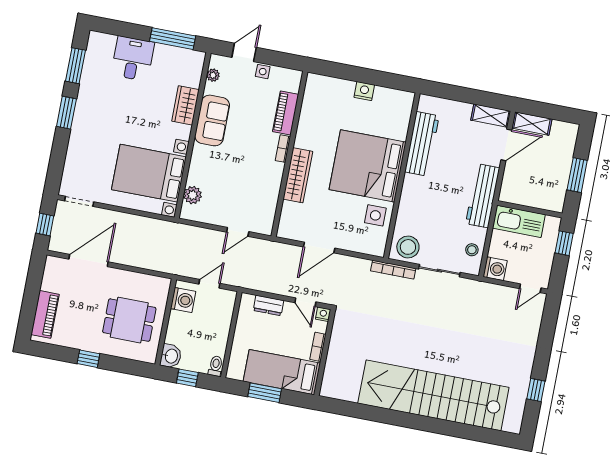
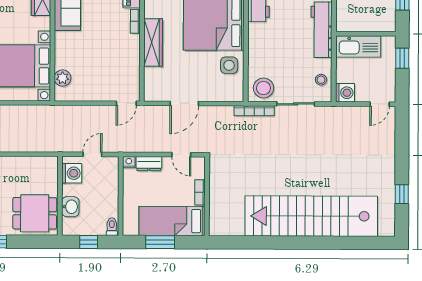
door: (238, 232) -> (126, 103), moved
nightstand: (323, 314) -> (129, 162), moved
dining table: (129, 320) -> (35, 213), moved
washbasin: (171, 356) -> (70, 207), moved

